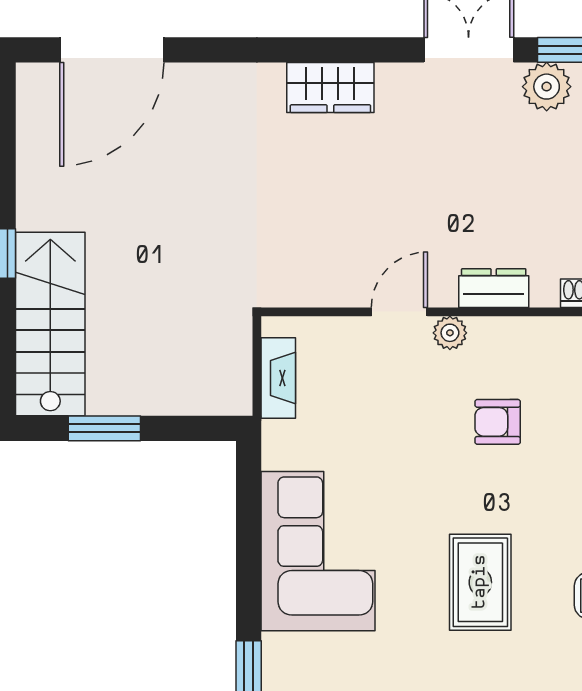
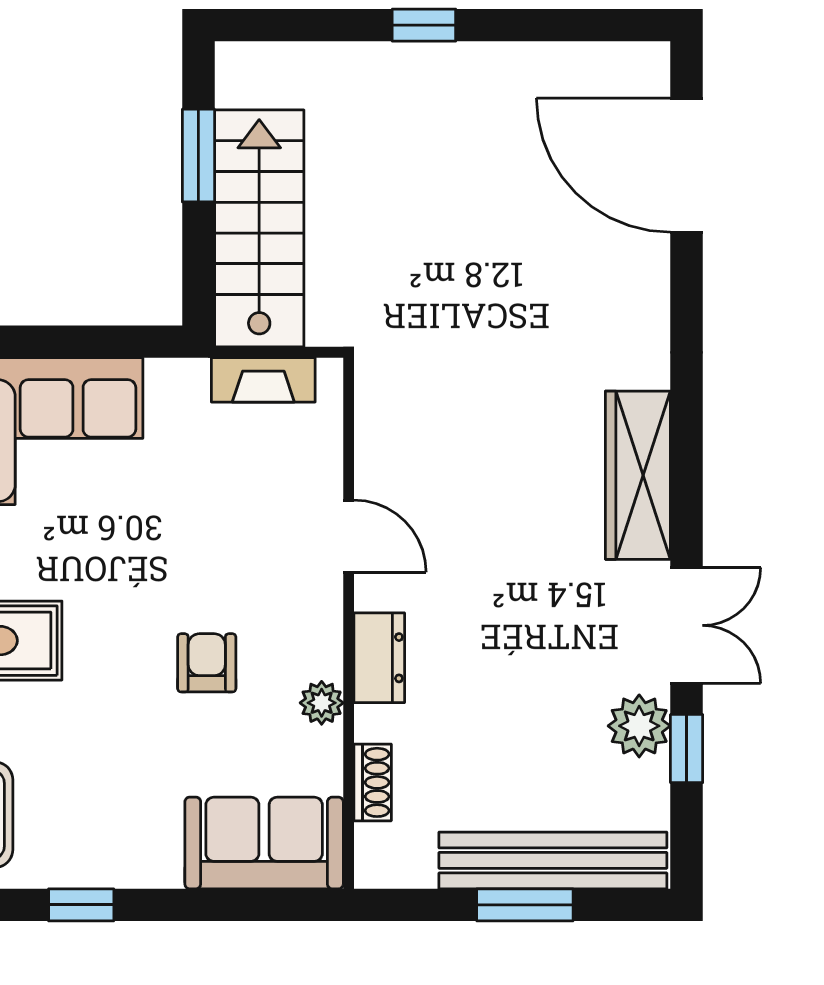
wardrobe: (330, 88) -> (638, 475), width x1.50
stairs: (50, 324) -> (259, 228), moved, turned -90
plant: (450, 333) -> (322, 703), moved

